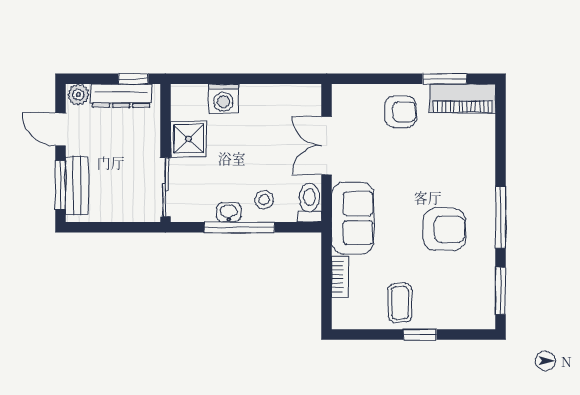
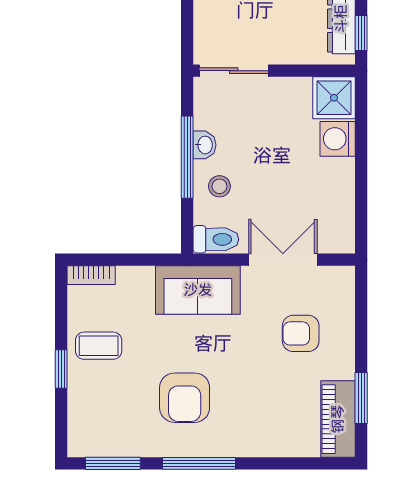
armchair: (400, 112) -> (301, 333), moved, turned 90
shower: (189, 139) -> (334, 98), moved
bookcase: (340, 277) -> (91, 275), moved

